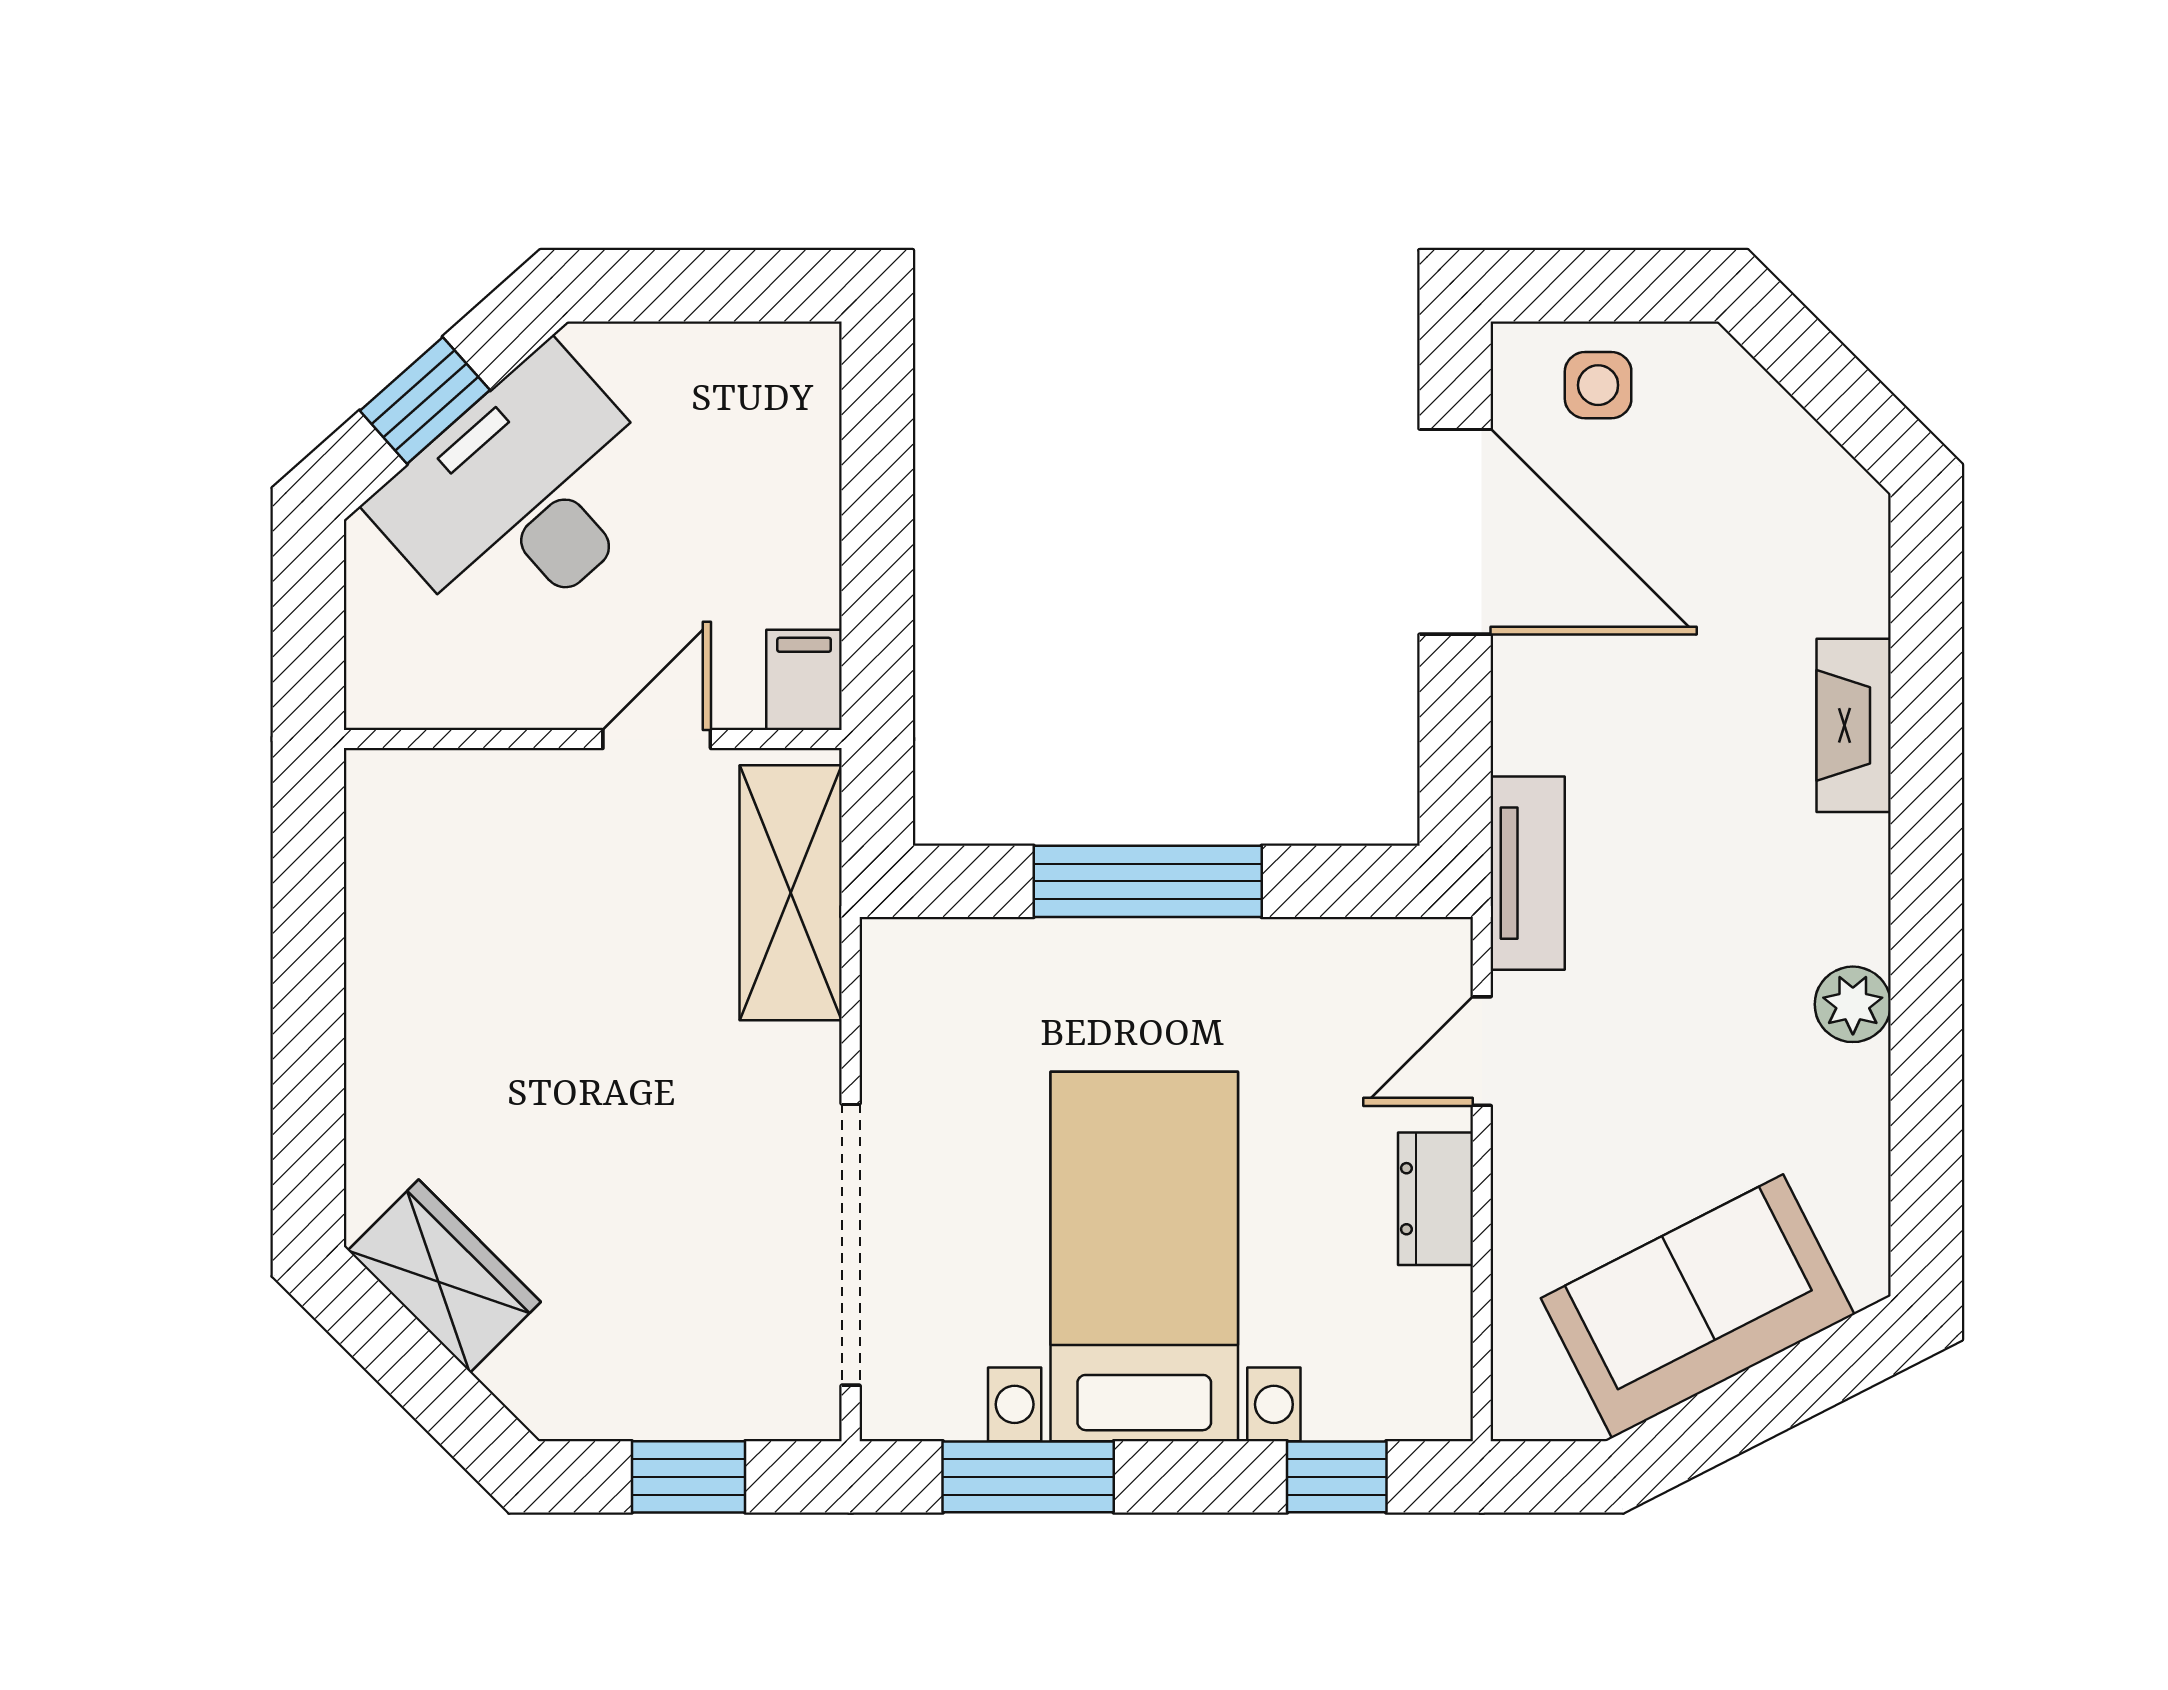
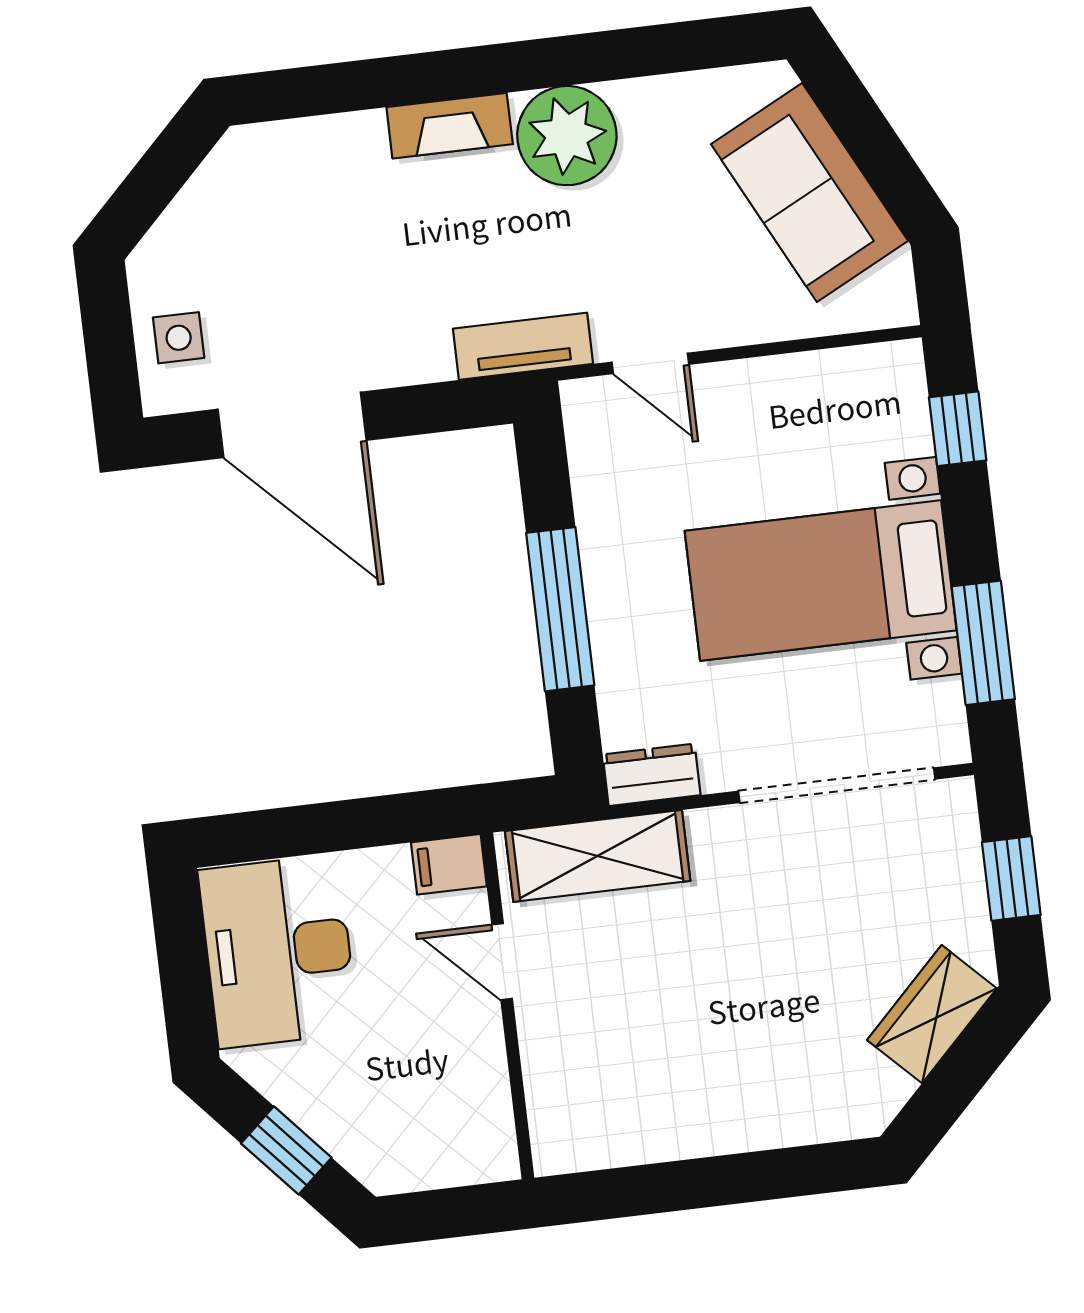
desk: (523, 496) -> (278, 951), moved, turned 42
door: (1455, 532) -> (292, 425), swing flipped
fireplace: (1854, 725) -> (450, 126), moved
plant: (1853, 1004) -> (567, 136), width x1.87, depth x1.87
dresser: (1436, 1199) -> (652, 775), moved, turned 180
wardrobe: (444, 1276) -> (932, 1014), moved

